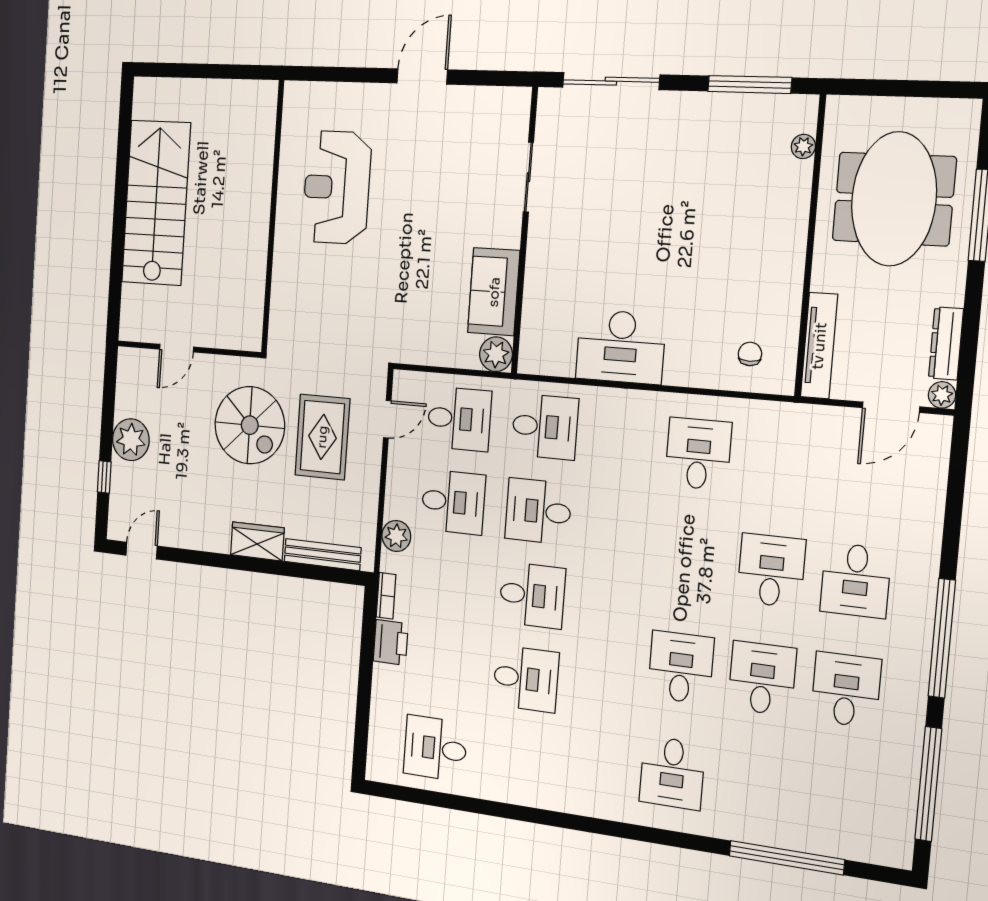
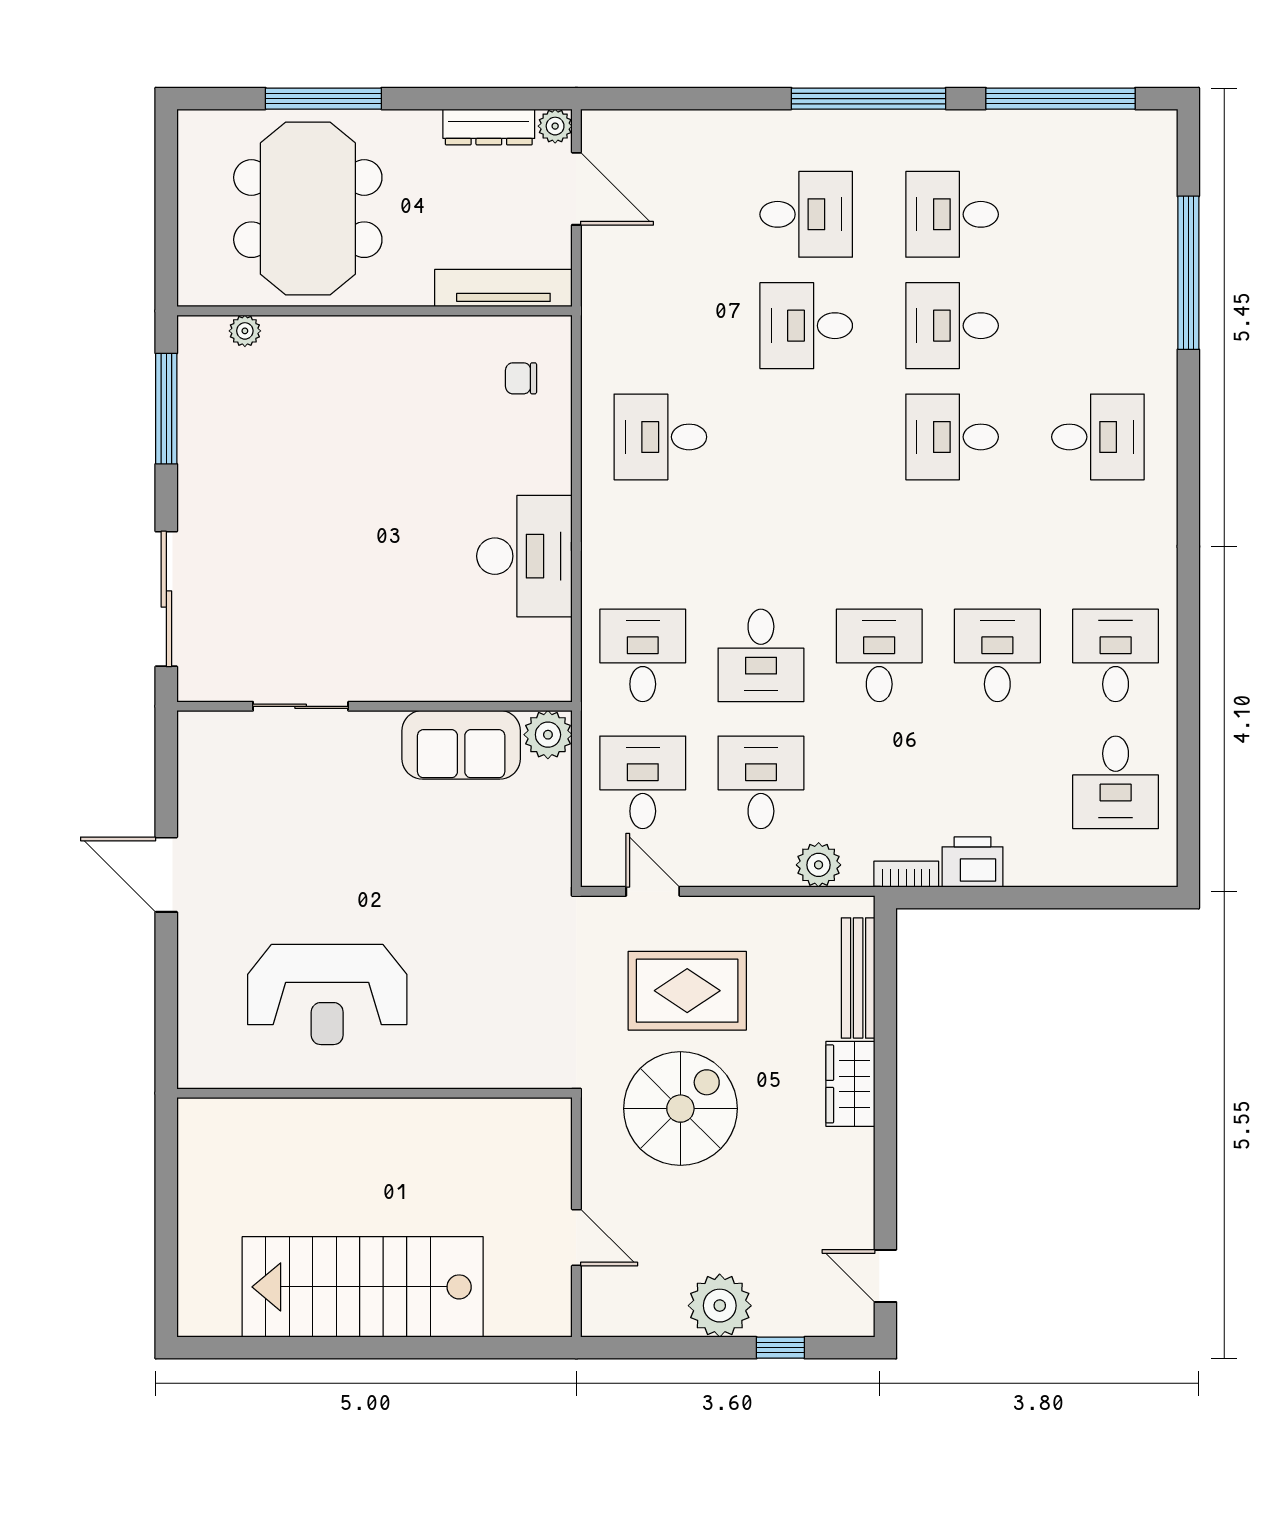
meeting table: (894, 199) -> (308, 209), turned 90
desk: (519, 762) -> (1116, 655), added

